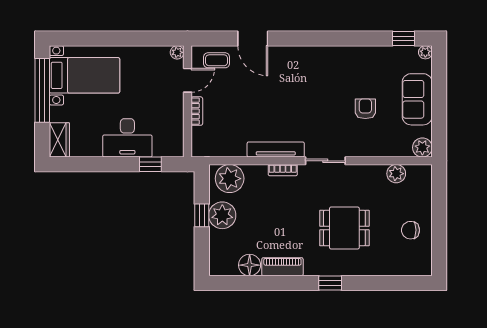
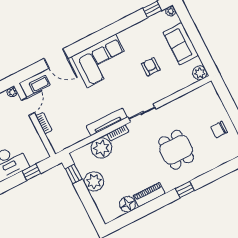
corner sofa: (308, 70) -> (101, 61), added
plant: (396, 174) -> (192, 98), removed
plant: (230, 179) -> (101, 148), moved
window: (202, 215) -> (74, 174), moved
dining table: (344, 228) -> (176, 150), turned 90

